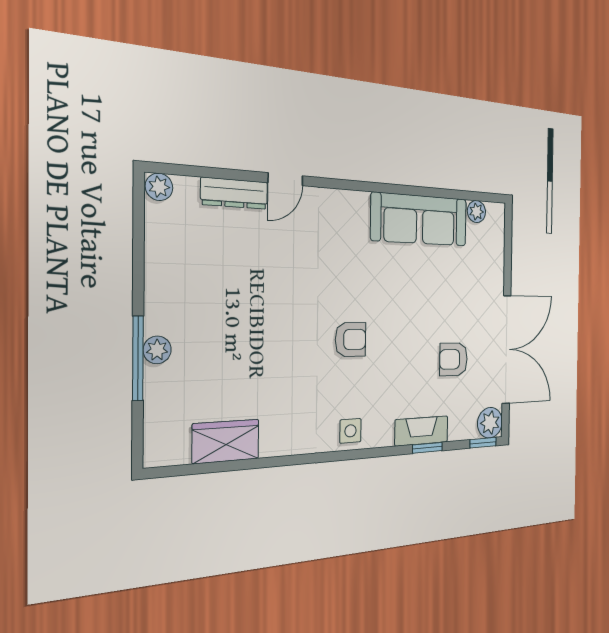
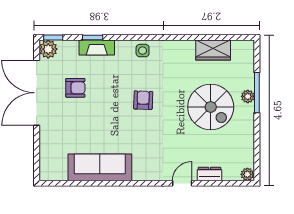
dresser: (234, 193) -> (210, 174), width x0.70
plant: (476, 212) -> (60, 174), removed
spiral stairs: (231, 328) -> (211, 107), added
armchair: (350, 339) -> (143, 100), turned 92

